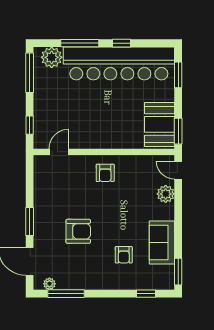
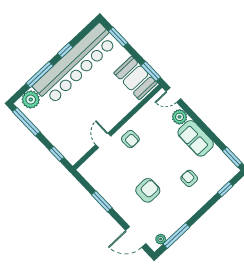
door: (59, 152) -> (103, 140), moved
window: (30, 222) -> (102, 201), moved
sofa: (162, 242) -> (196, 138), moved
armchair: (124, 255) -> (189, 178), turned 180

